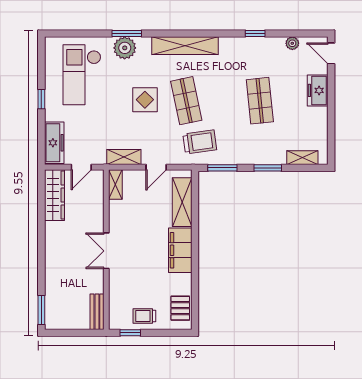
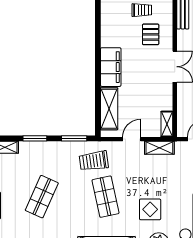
display table: (145, 100) -> (150, 209), moved
shop shelf: (260, 101) -> (42, 197), turned 30
pallet: (180, 308) -> (151, 34), moved

